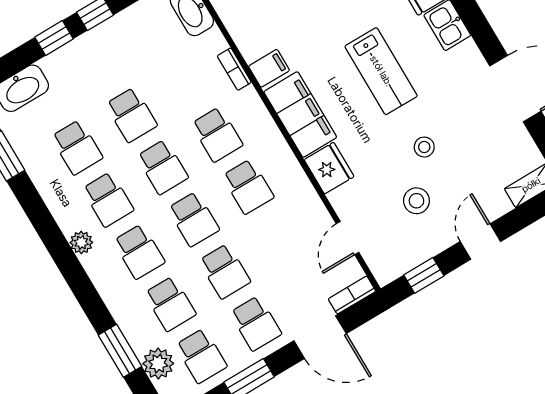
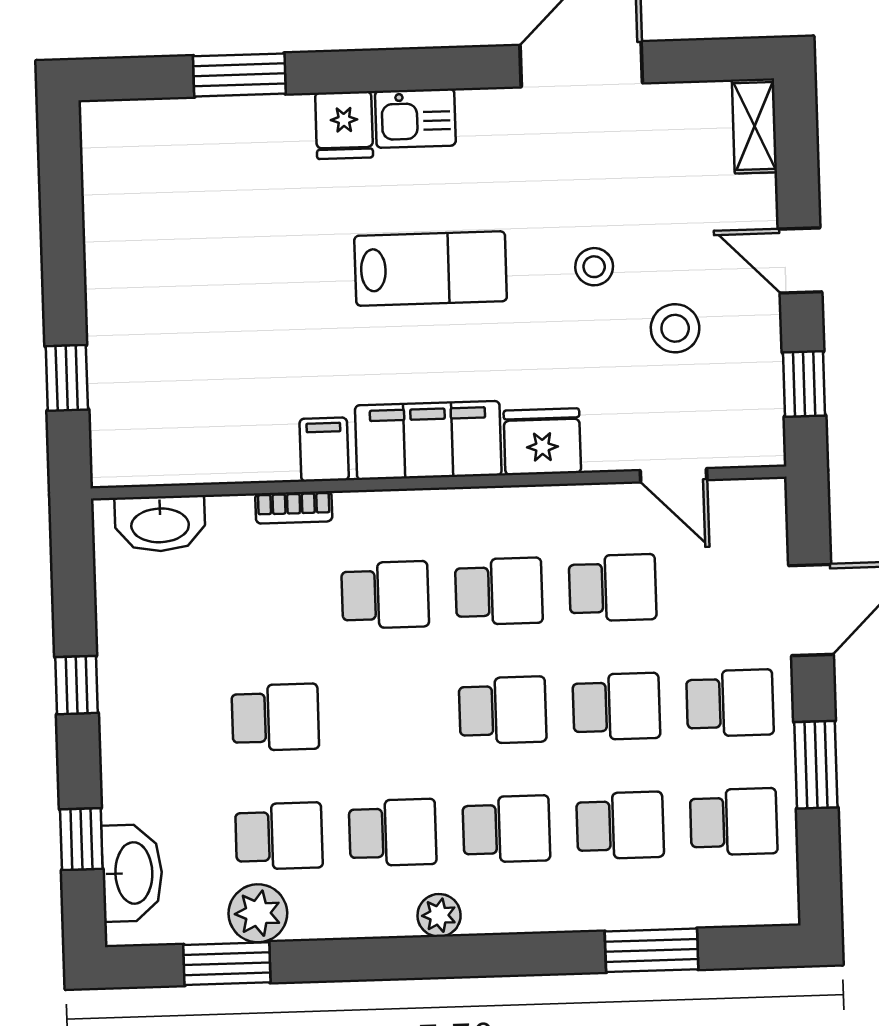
window: (54, 38) -> (81, 839), moved
school desk: (162, 167) -> (613, 588), moved
bookcase: (352, 295) -> (771, 520), removed
plant: (158, 363) -> (258, 913), moved

